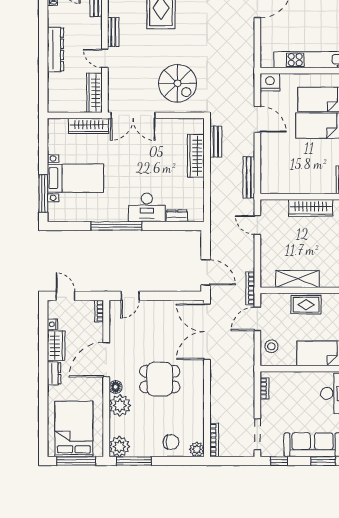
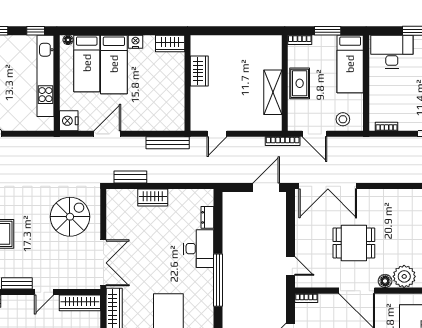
wardrobe: (196, 156) -> (153, 198), width x0.67
wardrobe: (311, 208) -> (199, 71), width x0.67
dining table: (160, 379) -> (354, 243), moved, turned 90

